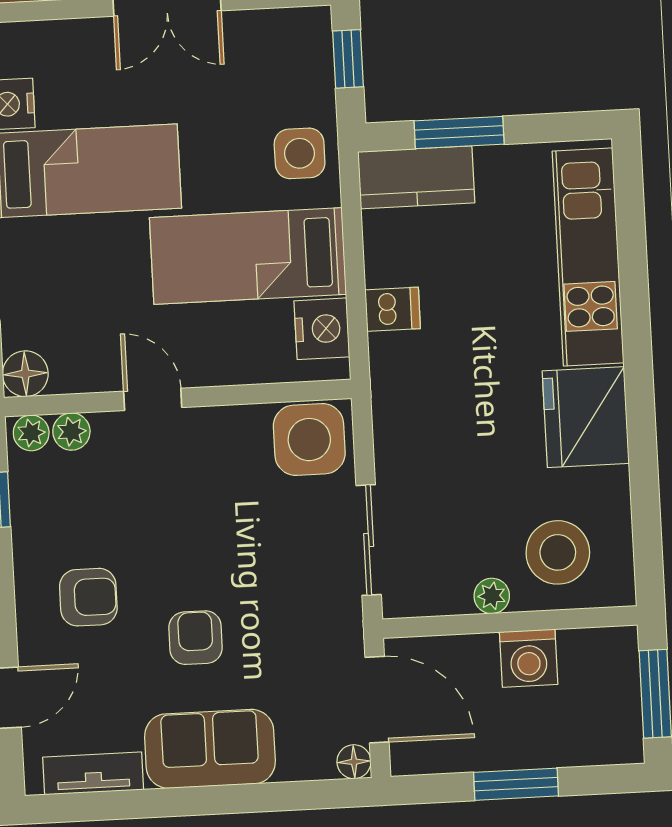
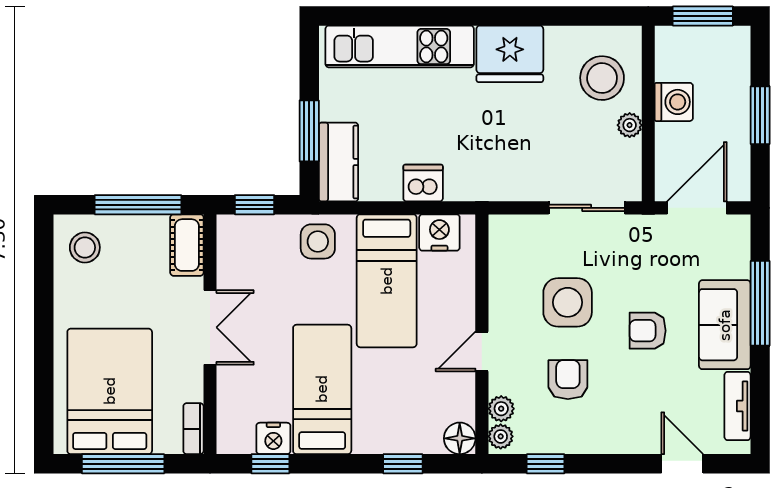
dishwasher: (393, 309) -> (423, 183), width x1.38
side table: (309, 440) -> (568, 302), moved
armchair: (88, 597) -> (568, 380), moved
floor lamp: (354, 762) -> (739, 226), removed
window: (244, 798) -> (760, 303), added

